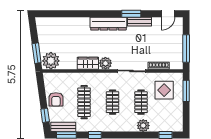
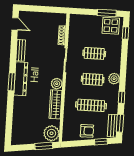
window: (131, 14) -> (12, 82), moved
window: (186, 49) -> (48, 9), removed
wardrobe: (88, 63) -> (55, 104), width x1.50
display table: (164, 90) -> (111, 26), moved
window: (186, 91) -> (107, 13), moved
plant: (143, 126) -> (114, 79), moved

